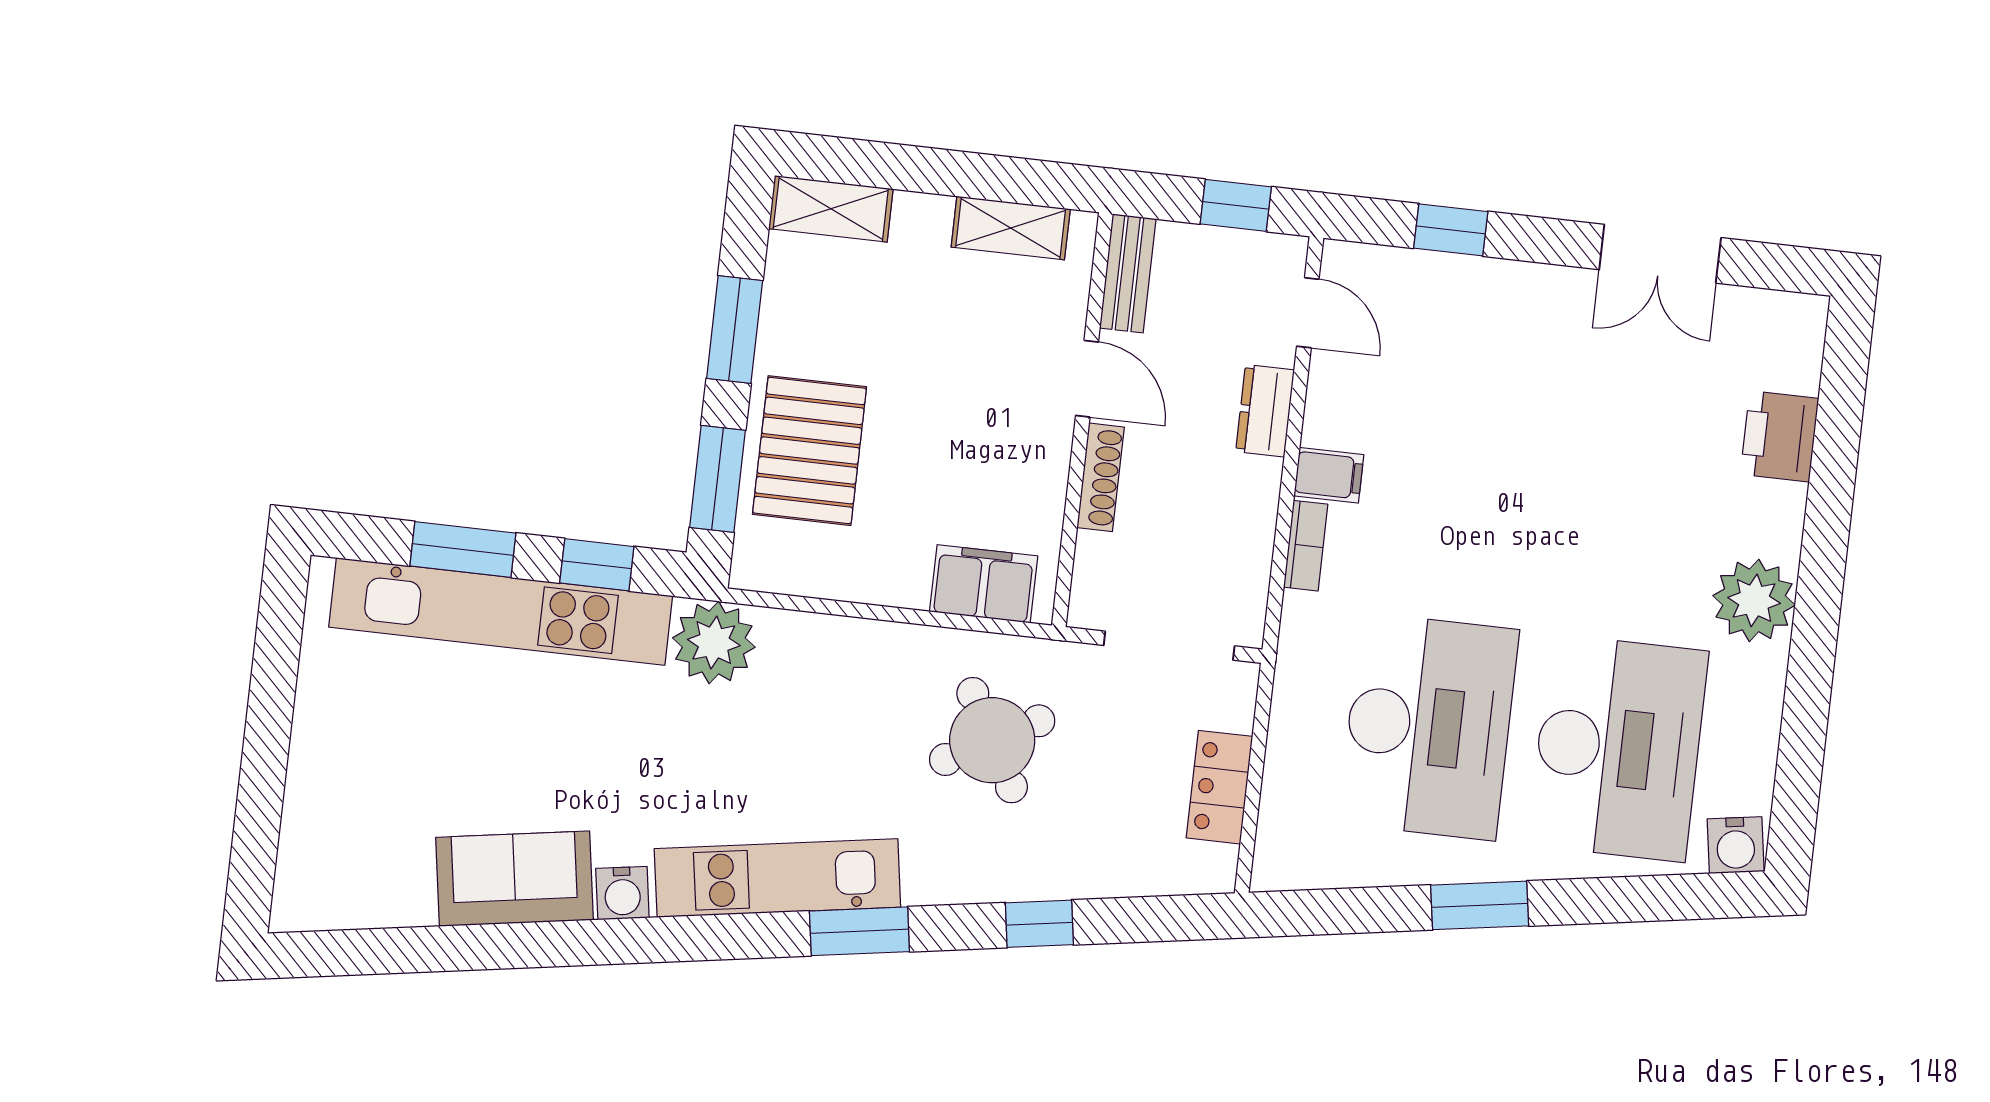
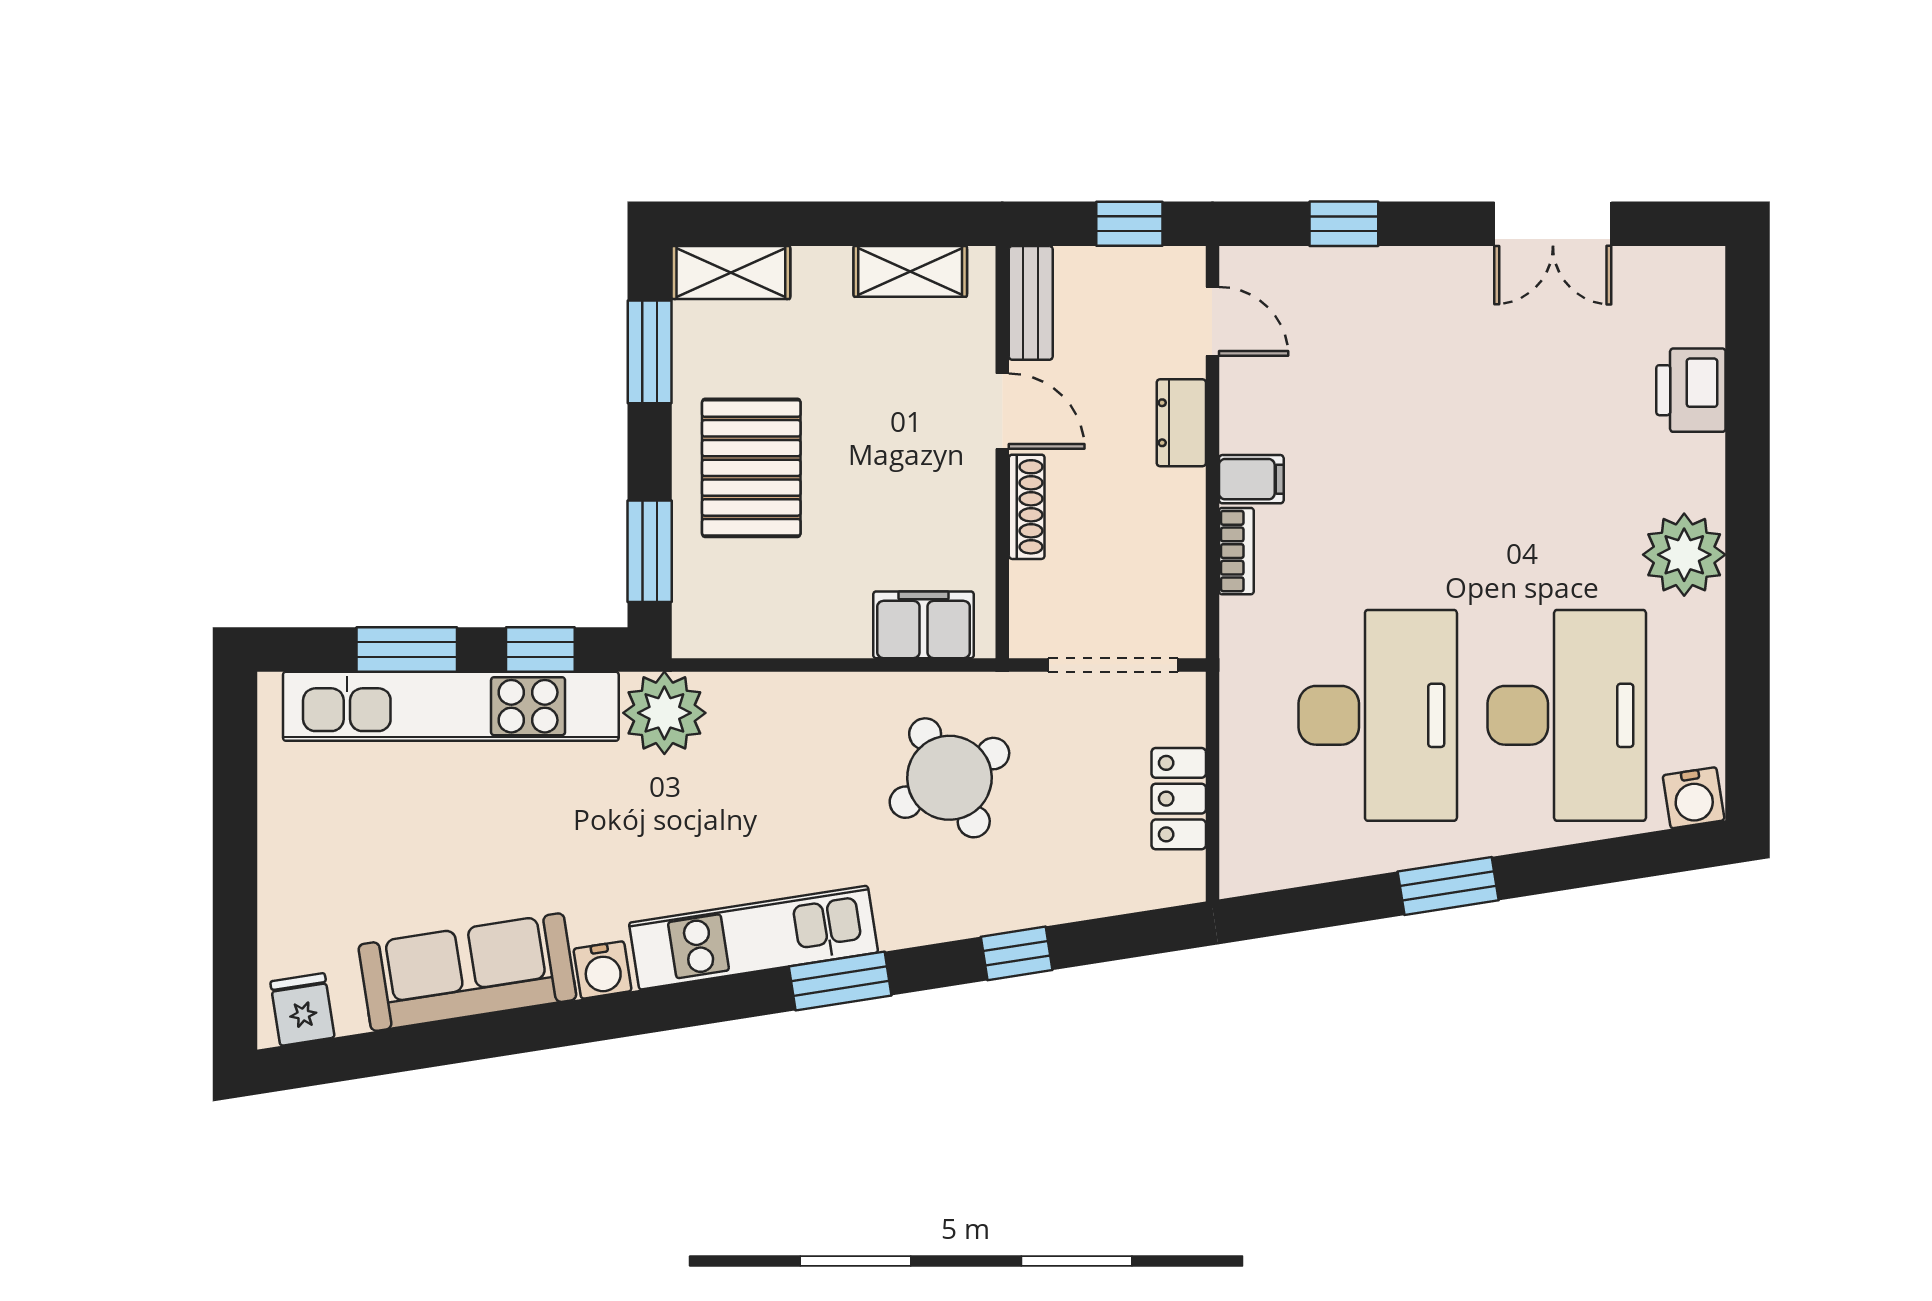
window: (735, 329) -> (650, 352), moved
pallet: (810, 451) -> (751, 468), moved
sofa: (515, 879) -> (467, 972), width x1.36
fridge: (317, 898) -> (302, 1009), added

